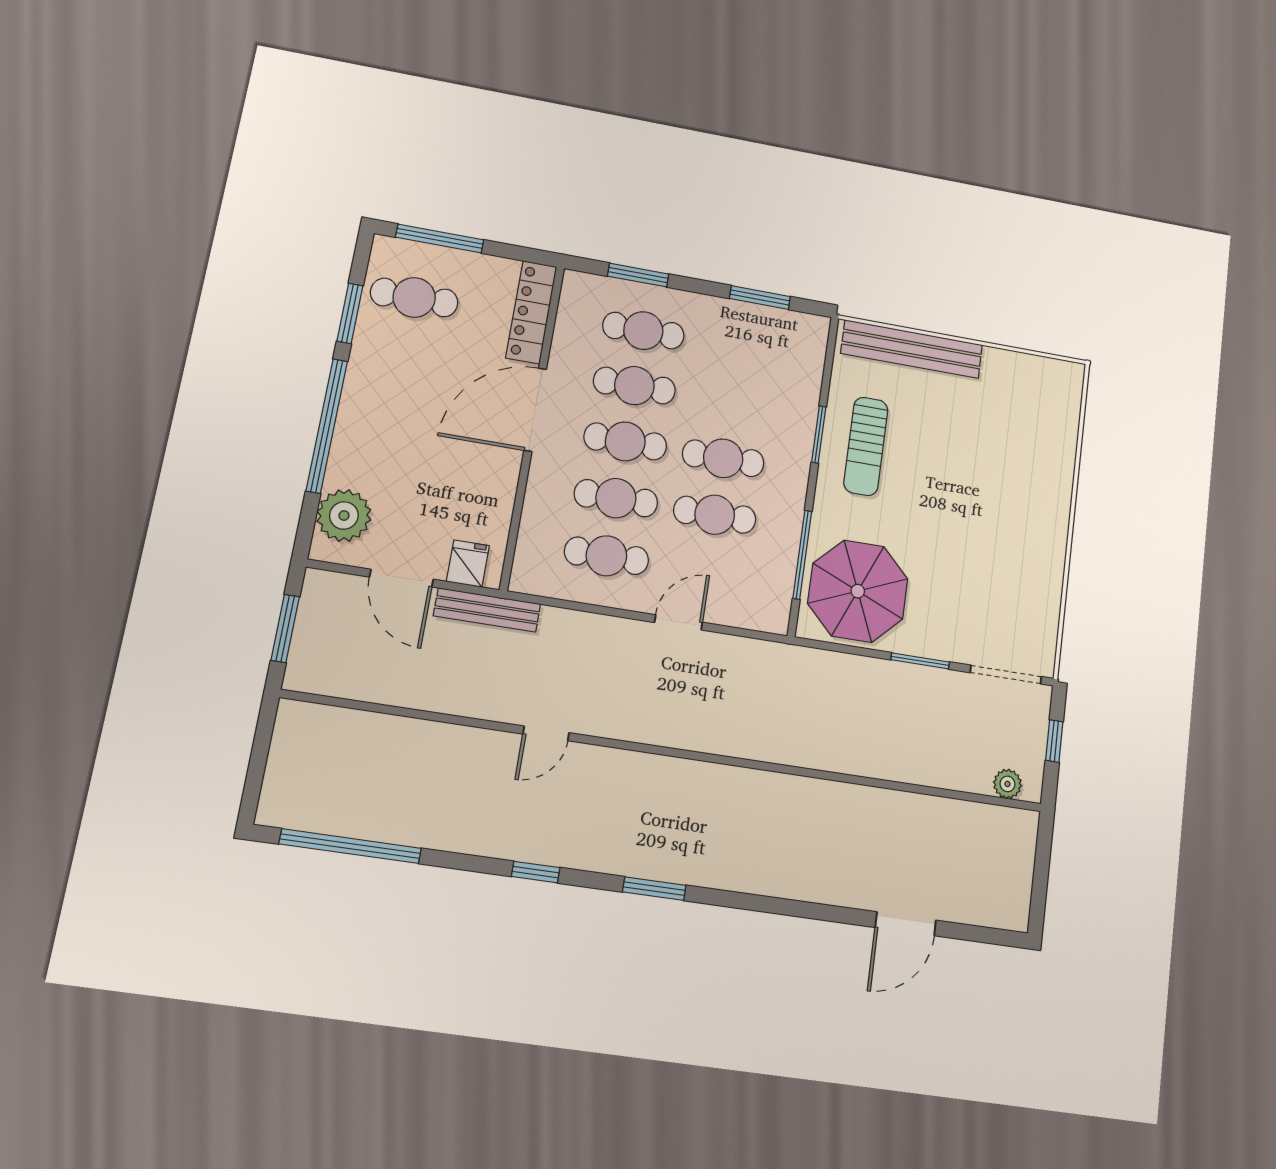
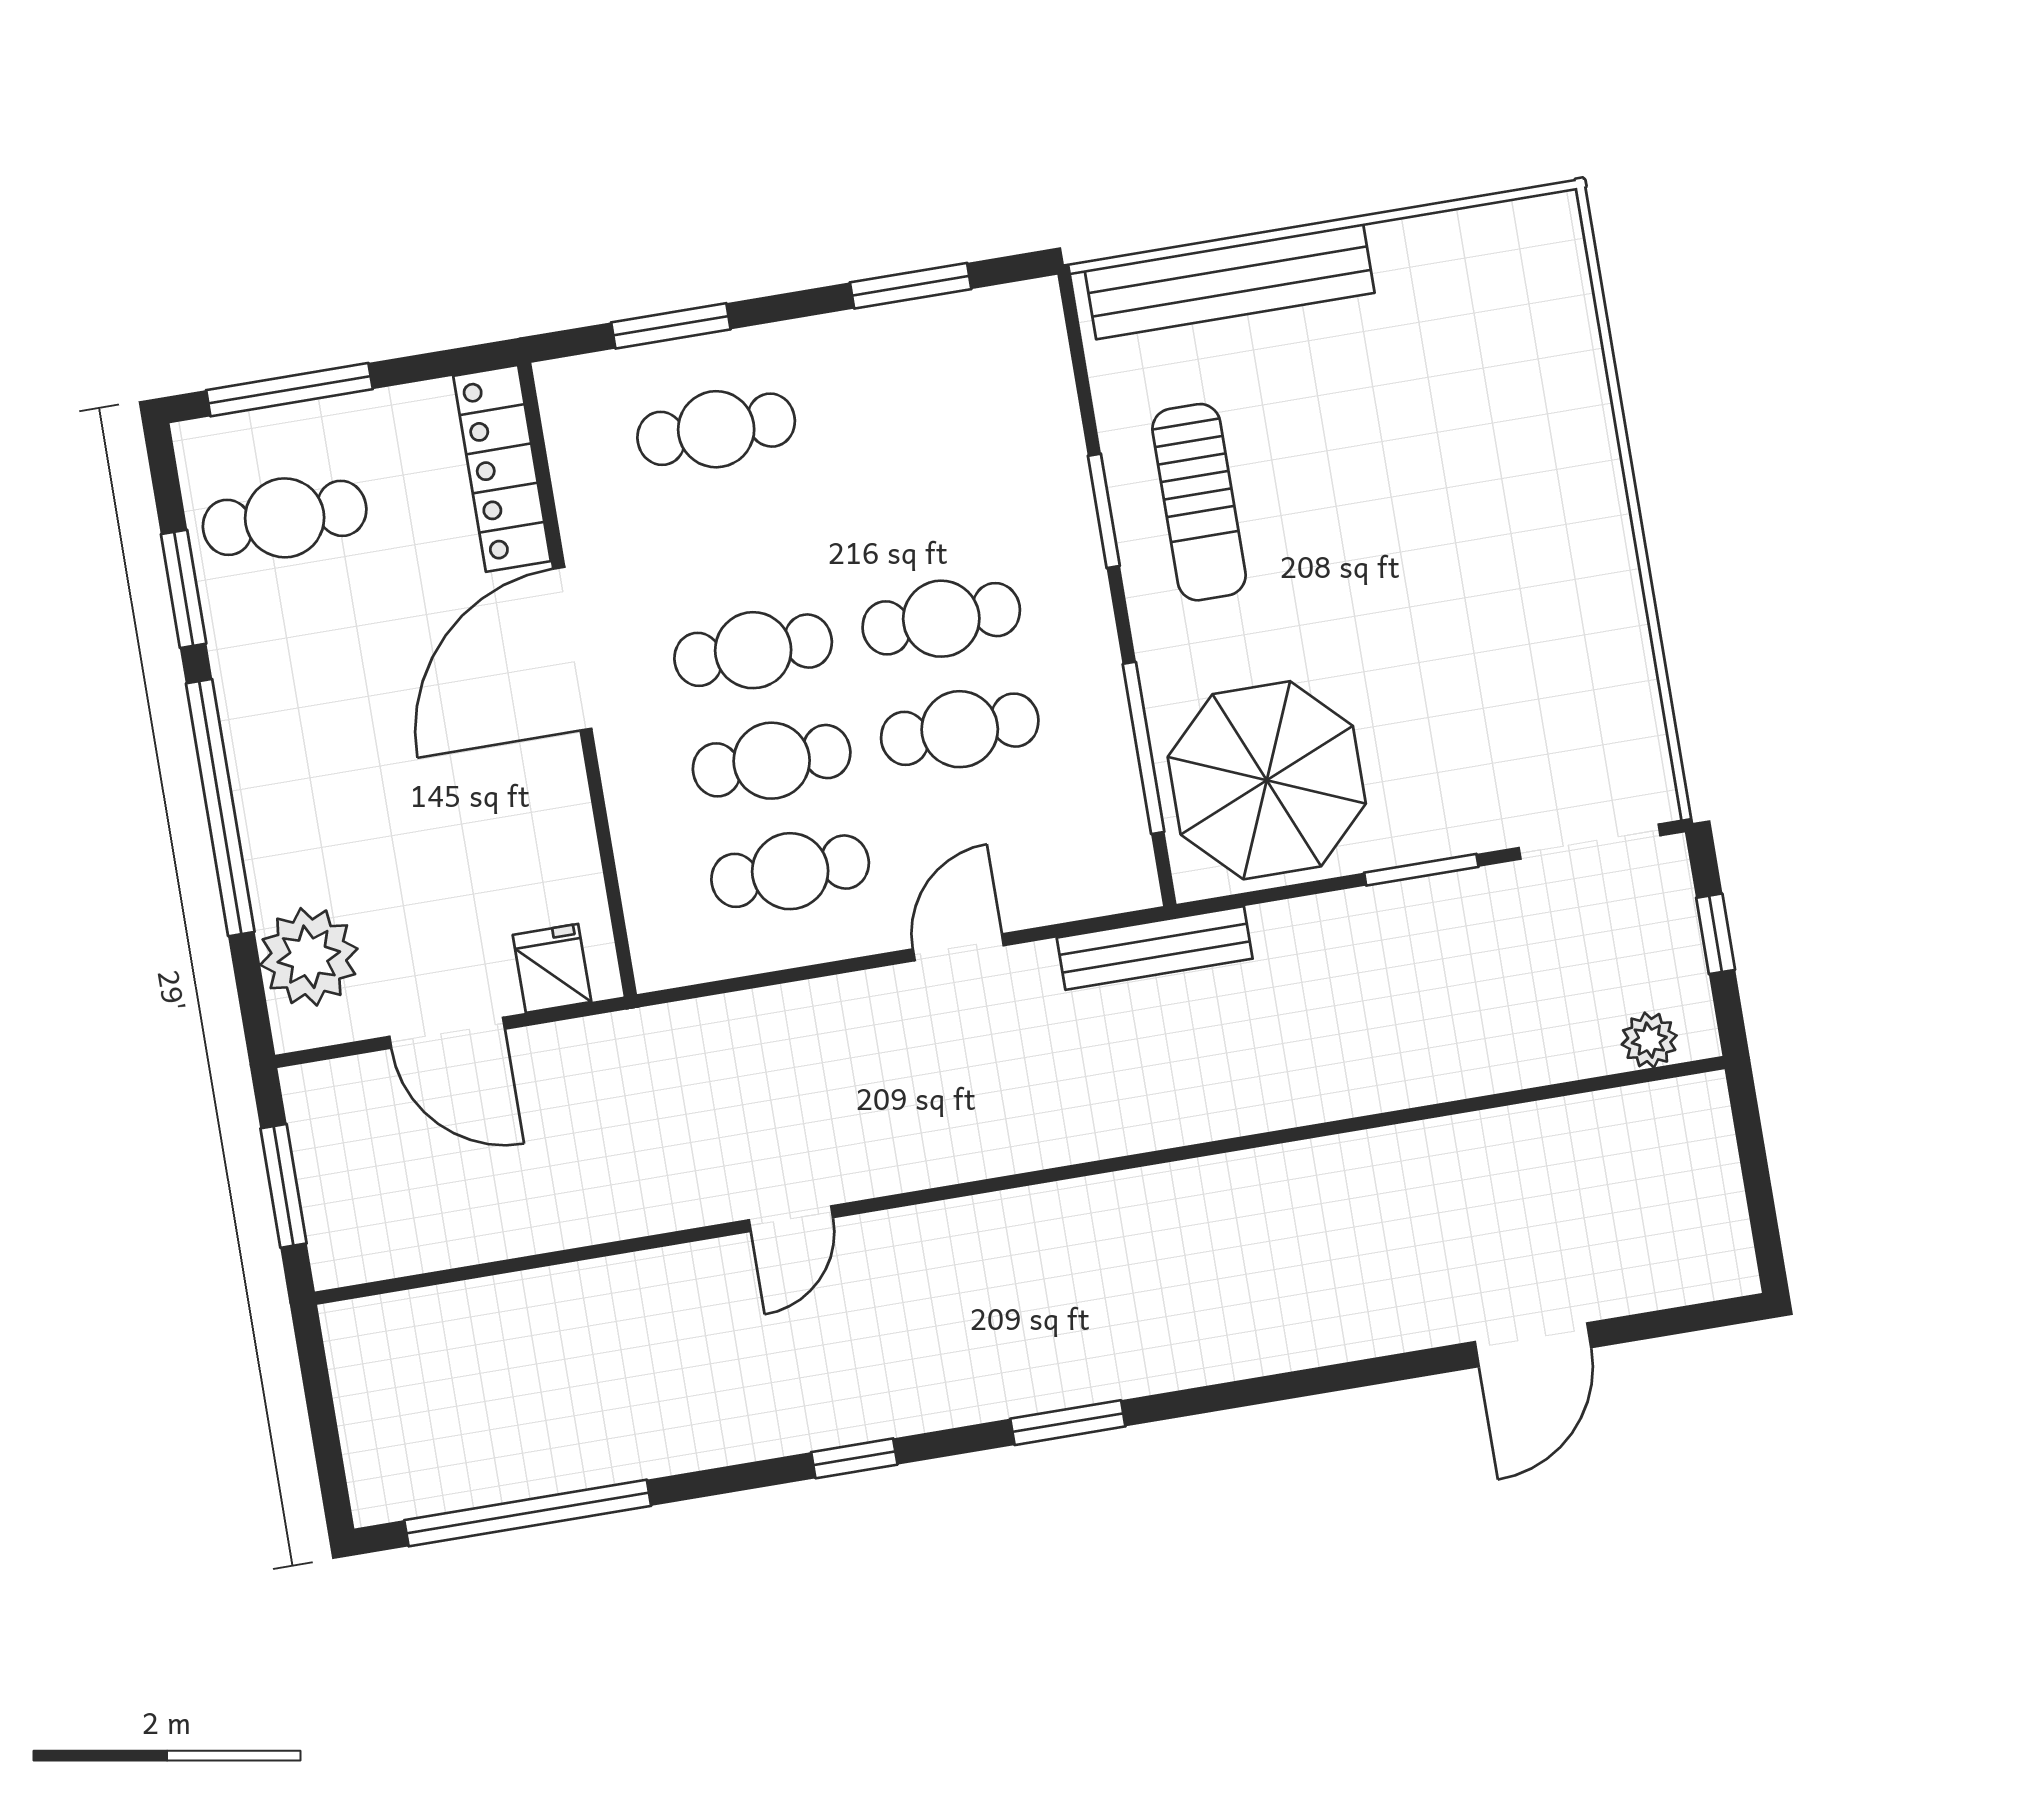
cafe table: (634, 386) -> (735, 540), removed
bench: (487, 610) -> (1155, 948), moved

